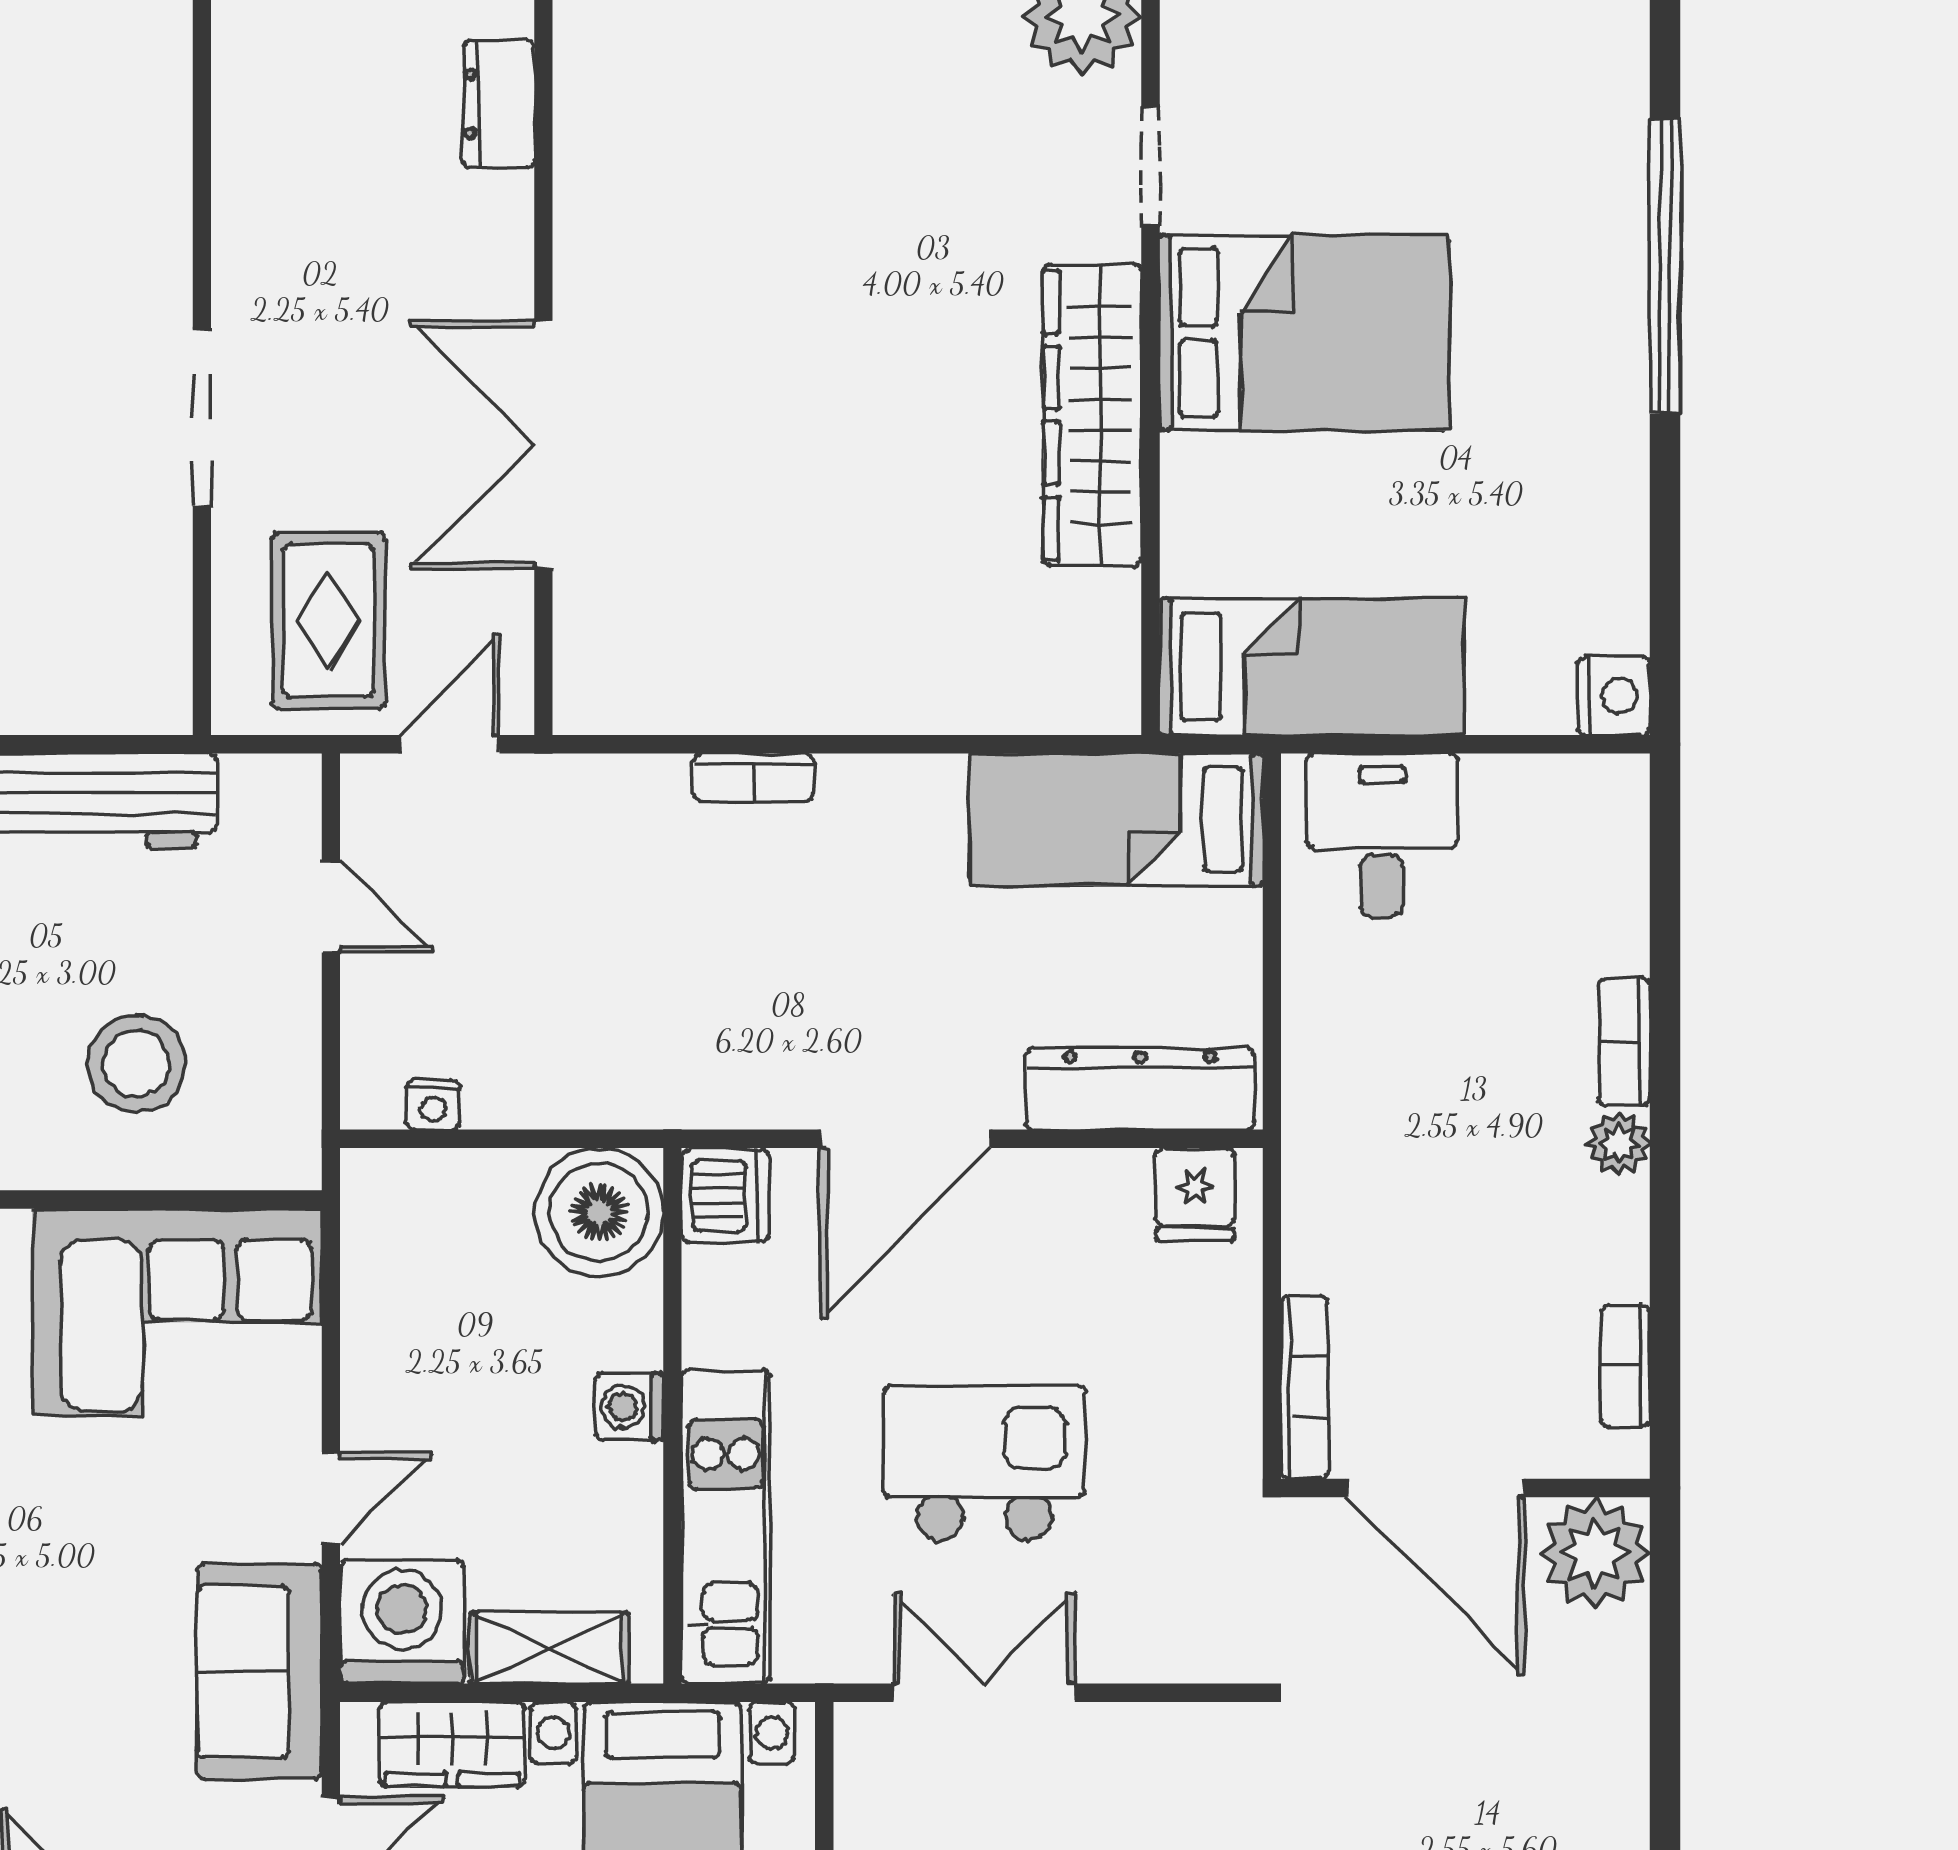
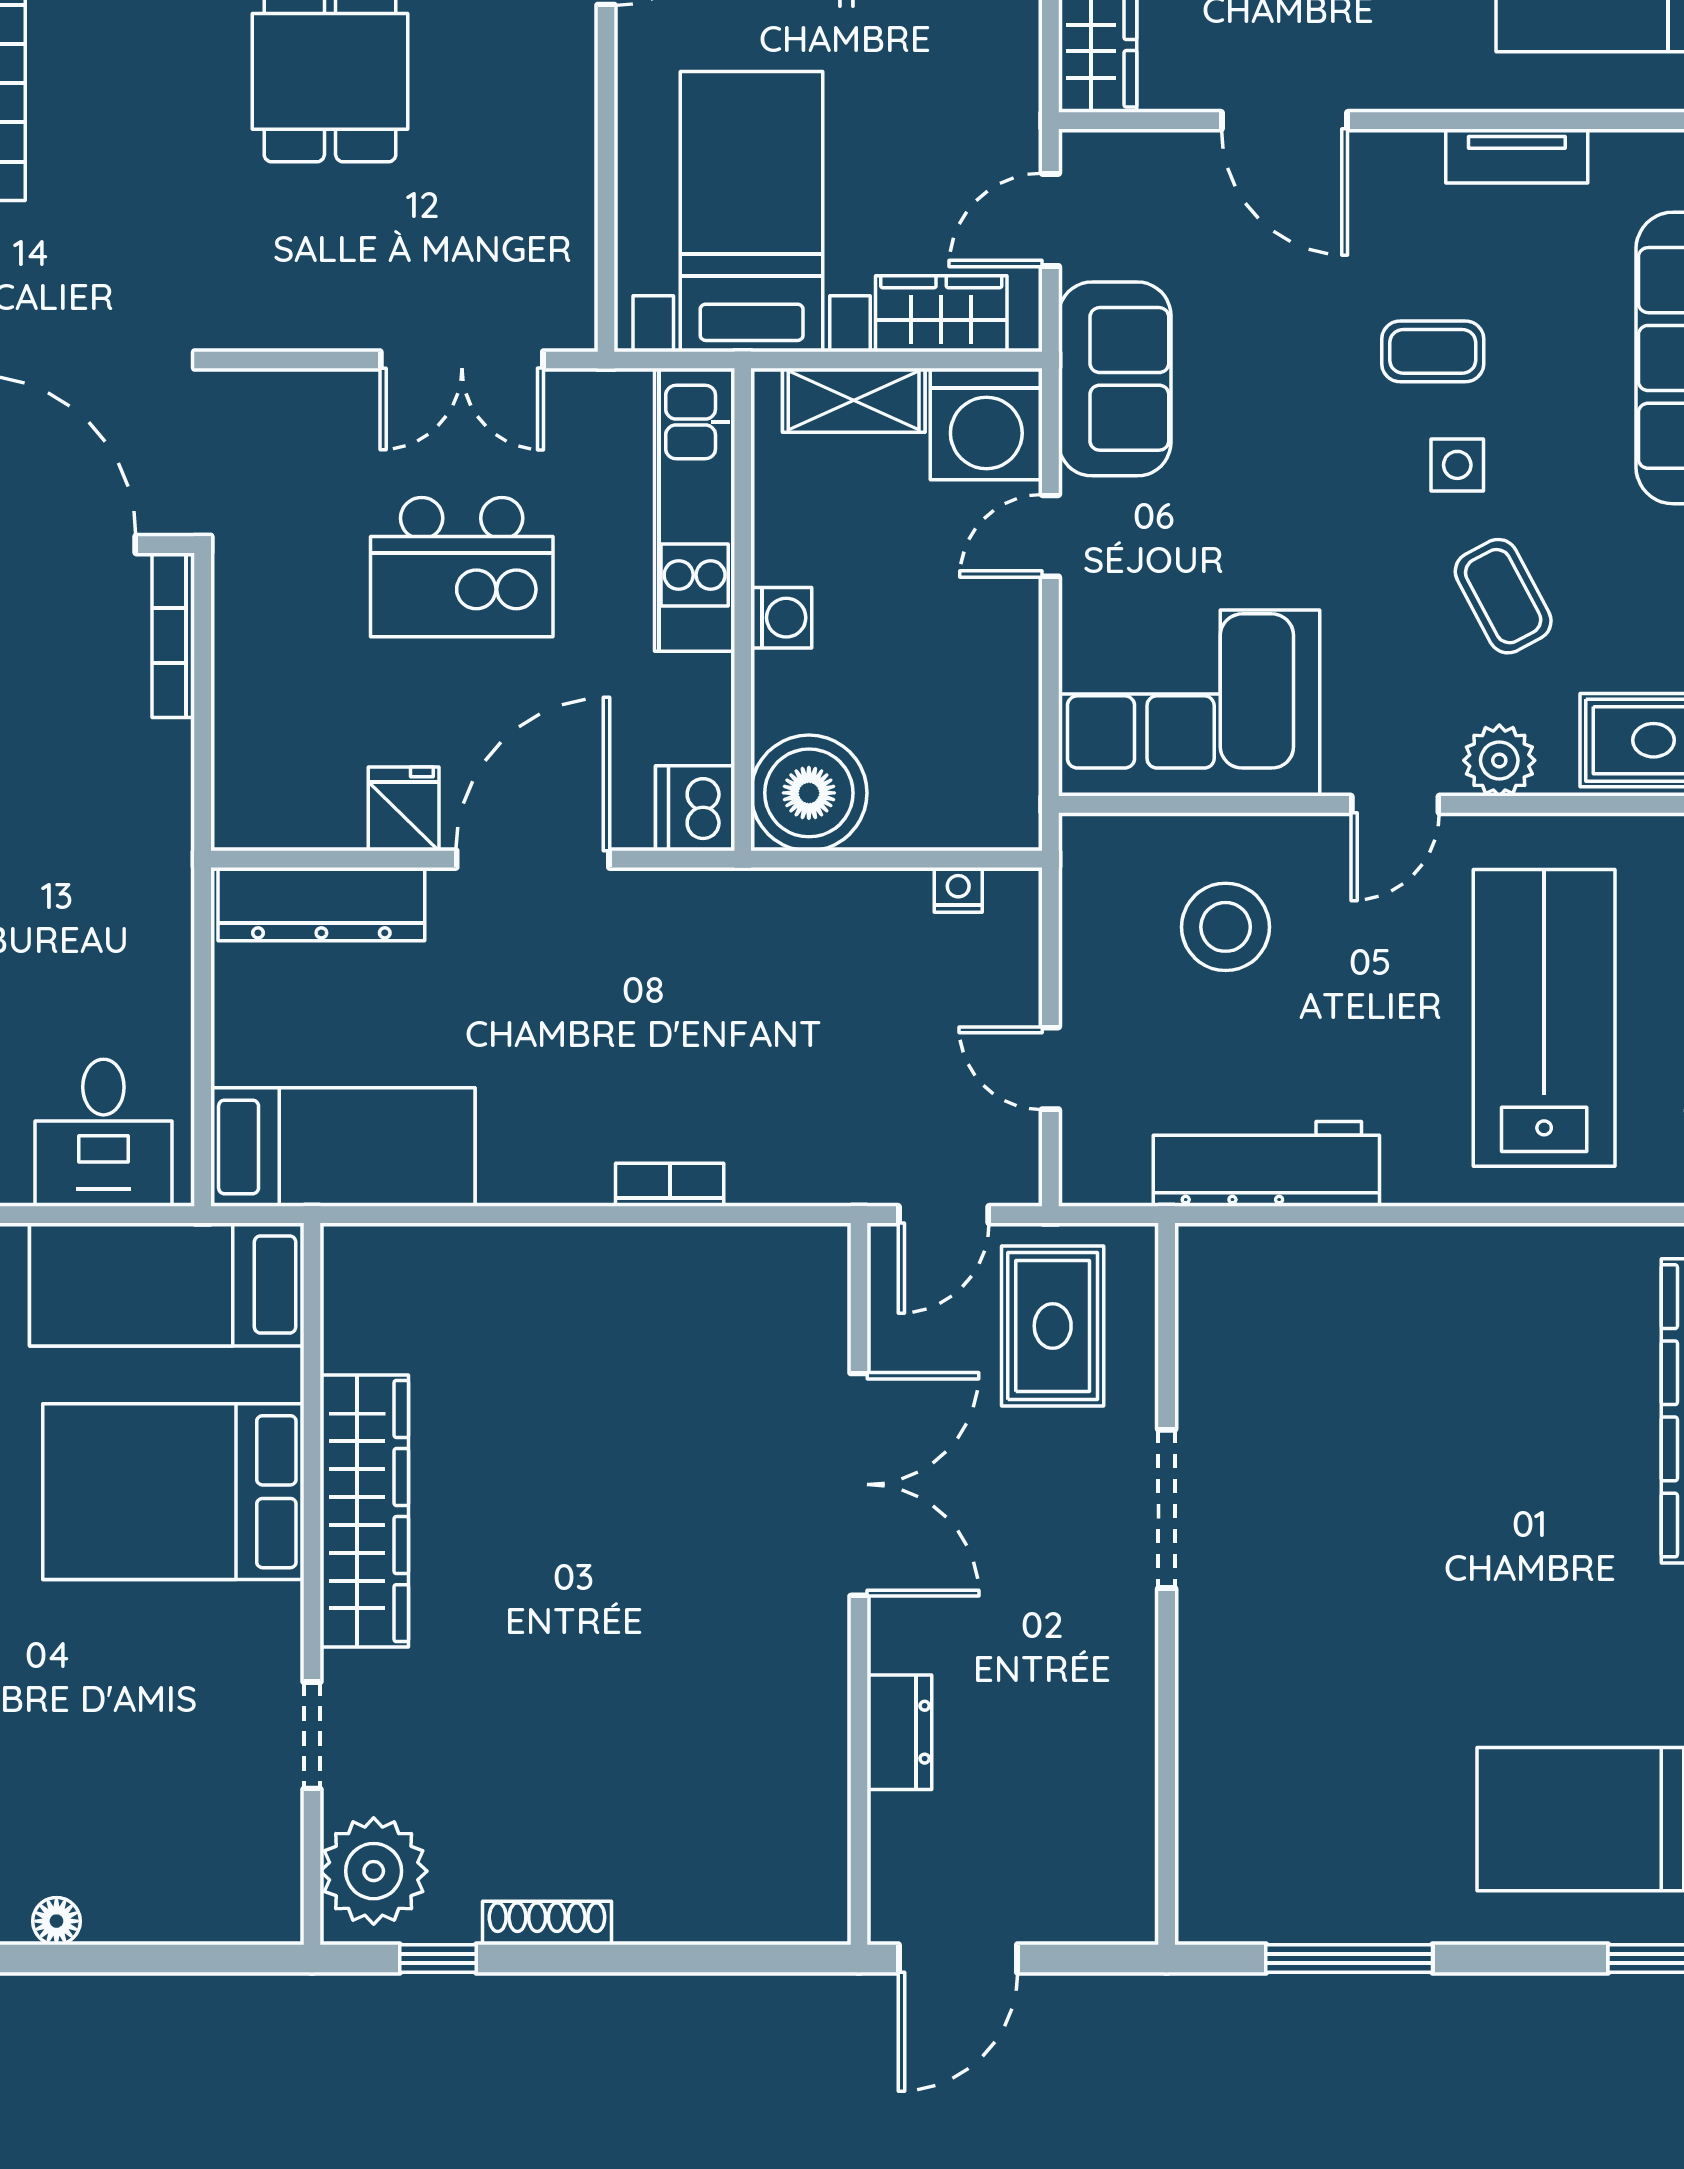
dresser: (498, 104) -> (899, 1732), moved
bed: (1304, 333) -> (173, 1492), moved
fridge: (1195, 1195) -> (404, 809), moved

